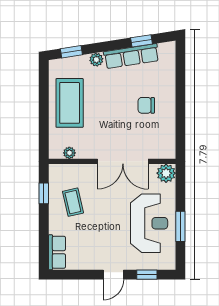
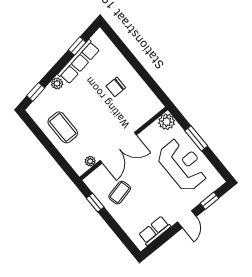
coffee table: (70, 103) -> (63, 127), width x0.73, depth x0.76
double door: (123, 161) -> (118, 148), moved
coffee table: (73, 202) -> (120, 193), turned 90
window: (180, 226) -> (196, 138), moved
row of seats: (57, 252) -> (155, 231), moved, turned -90

